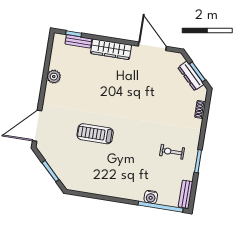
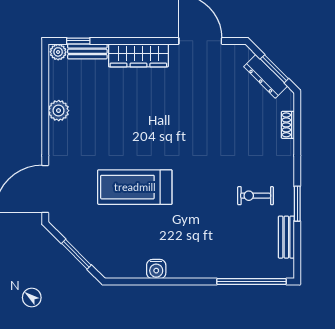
plant: (60, 39) -> (58, 52), added
treadmill: (95, 134) -> (135, 187), width x1.37, depth x1.38
bench: (186, 194) -> (286, 237), moved
water cooler: (151, 197) -> (156, 269), moved

